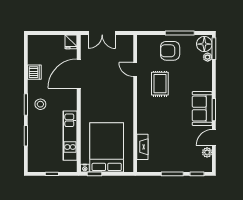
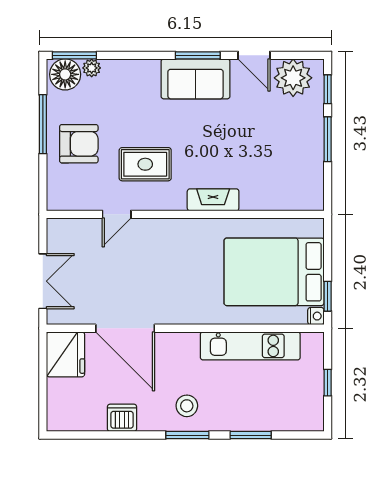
fridge: (71, 42) -> (65, 354), width x1.88, depth x1.34
armchair: (170, 51) -> (79, 144), turned -90
fireplace: (142, 147) -> (213, 200), moved
plant: (207, 152) -> (293, 78), width x1.88, depth x1.88

